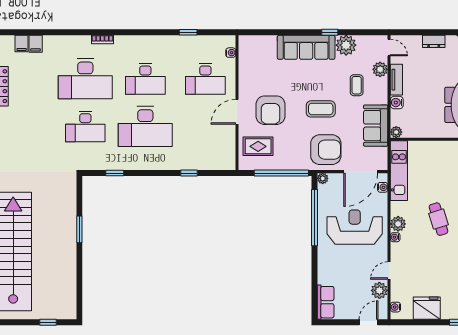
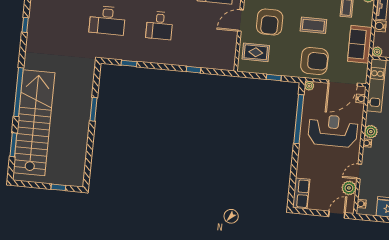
desk: (145, 127) -> (160, 25), width x0.53, depth x0.77
window: (281, 173) -> (274, 78), width x0.32

